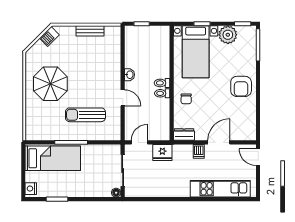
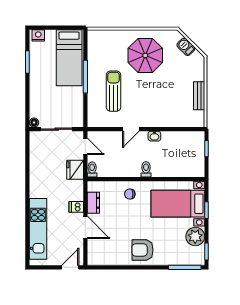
barbecue: (49, 37) -> (186, 47), moved
toilet: (162, 93) -> (92, 169), moved
dresser: (184, 135) -> (93, 203), moved

